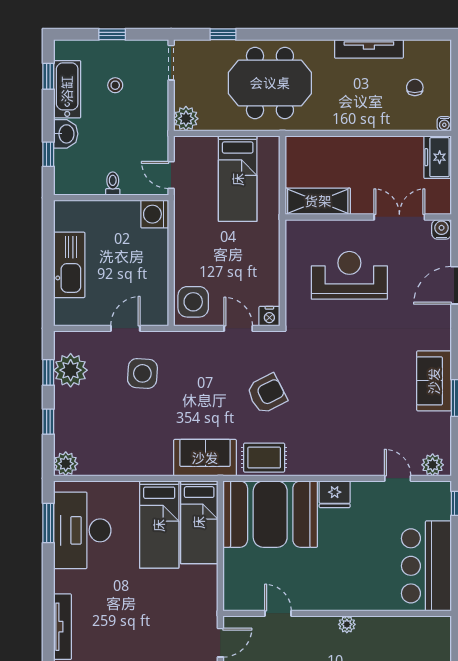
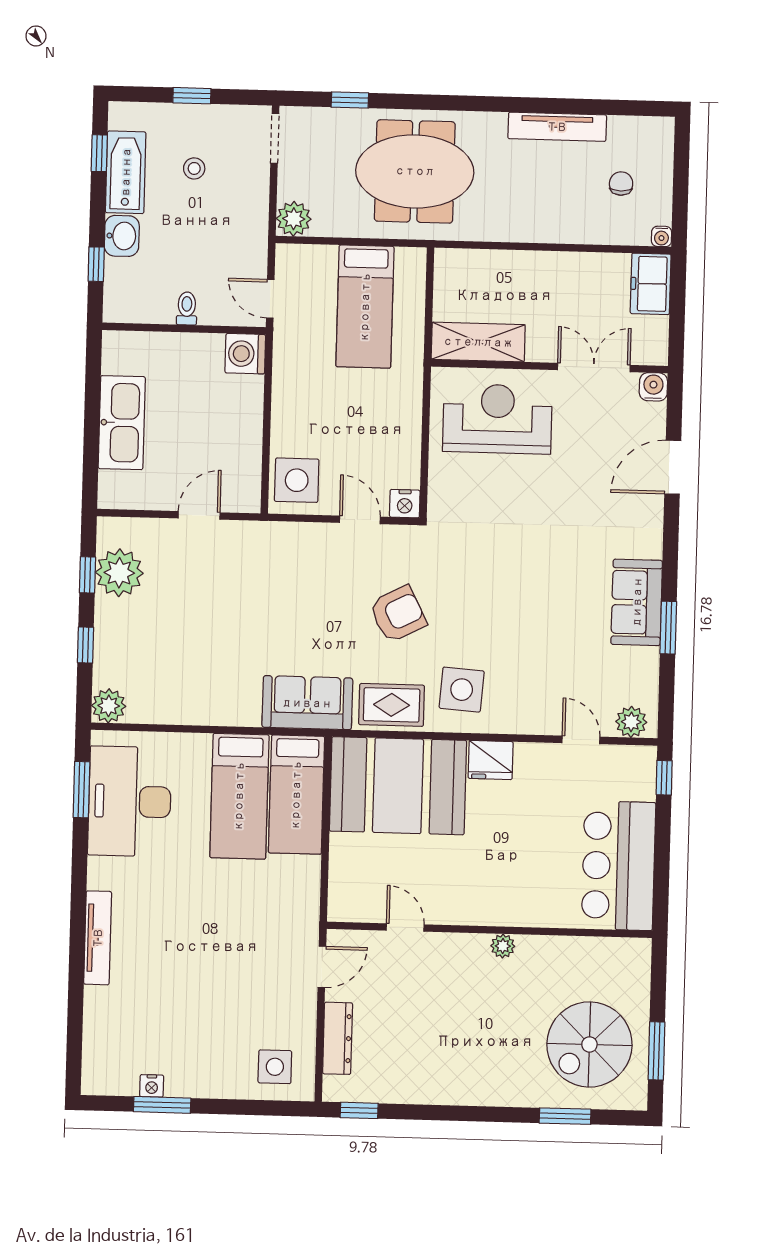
reception desk: (349, 275) -> (497, 419), moved
side table: (142, 373) -> (462, 690), moved

